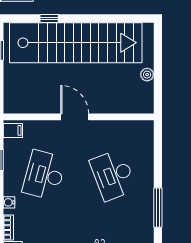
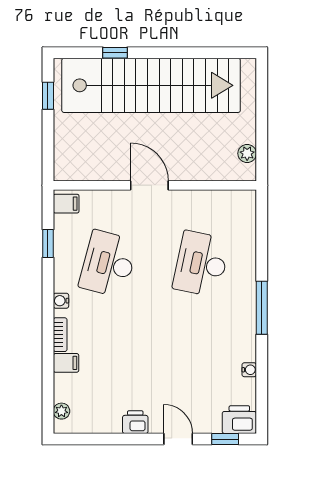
plant: (147, 75) -> (247, 153), moved
desk: (113, 175) -> (201, 264), turned 33

